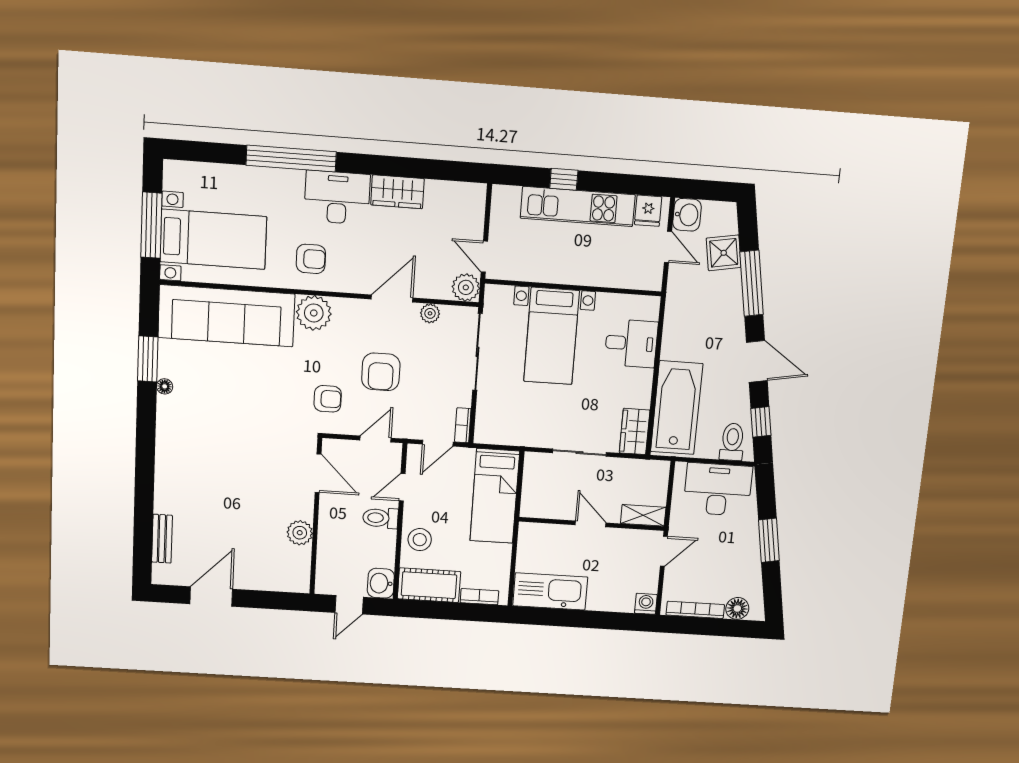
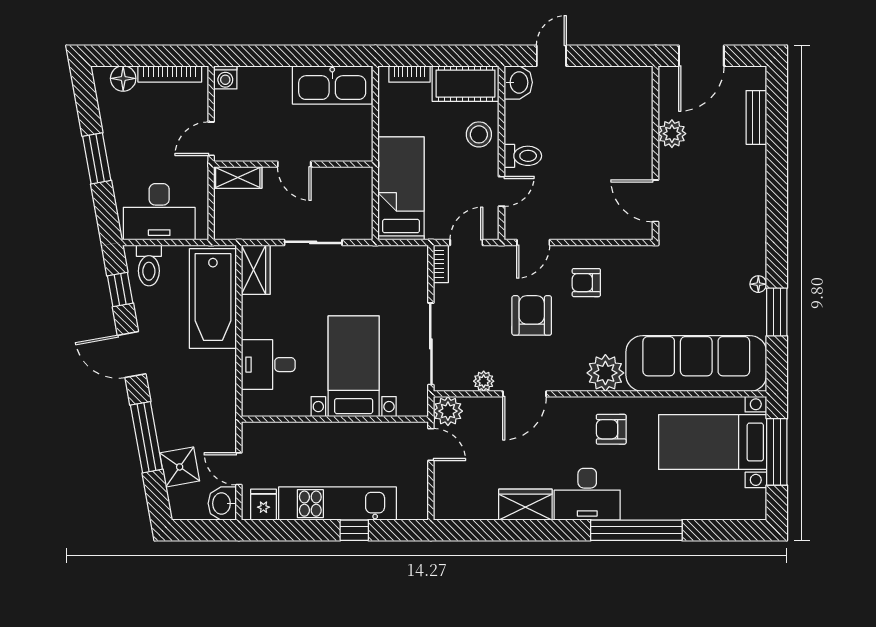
door: (318, 473) -> (656, 201), moved
wall: (316, 517) -> (656, 153), moved
plant: (300, 533) -> (672, 134), moved

